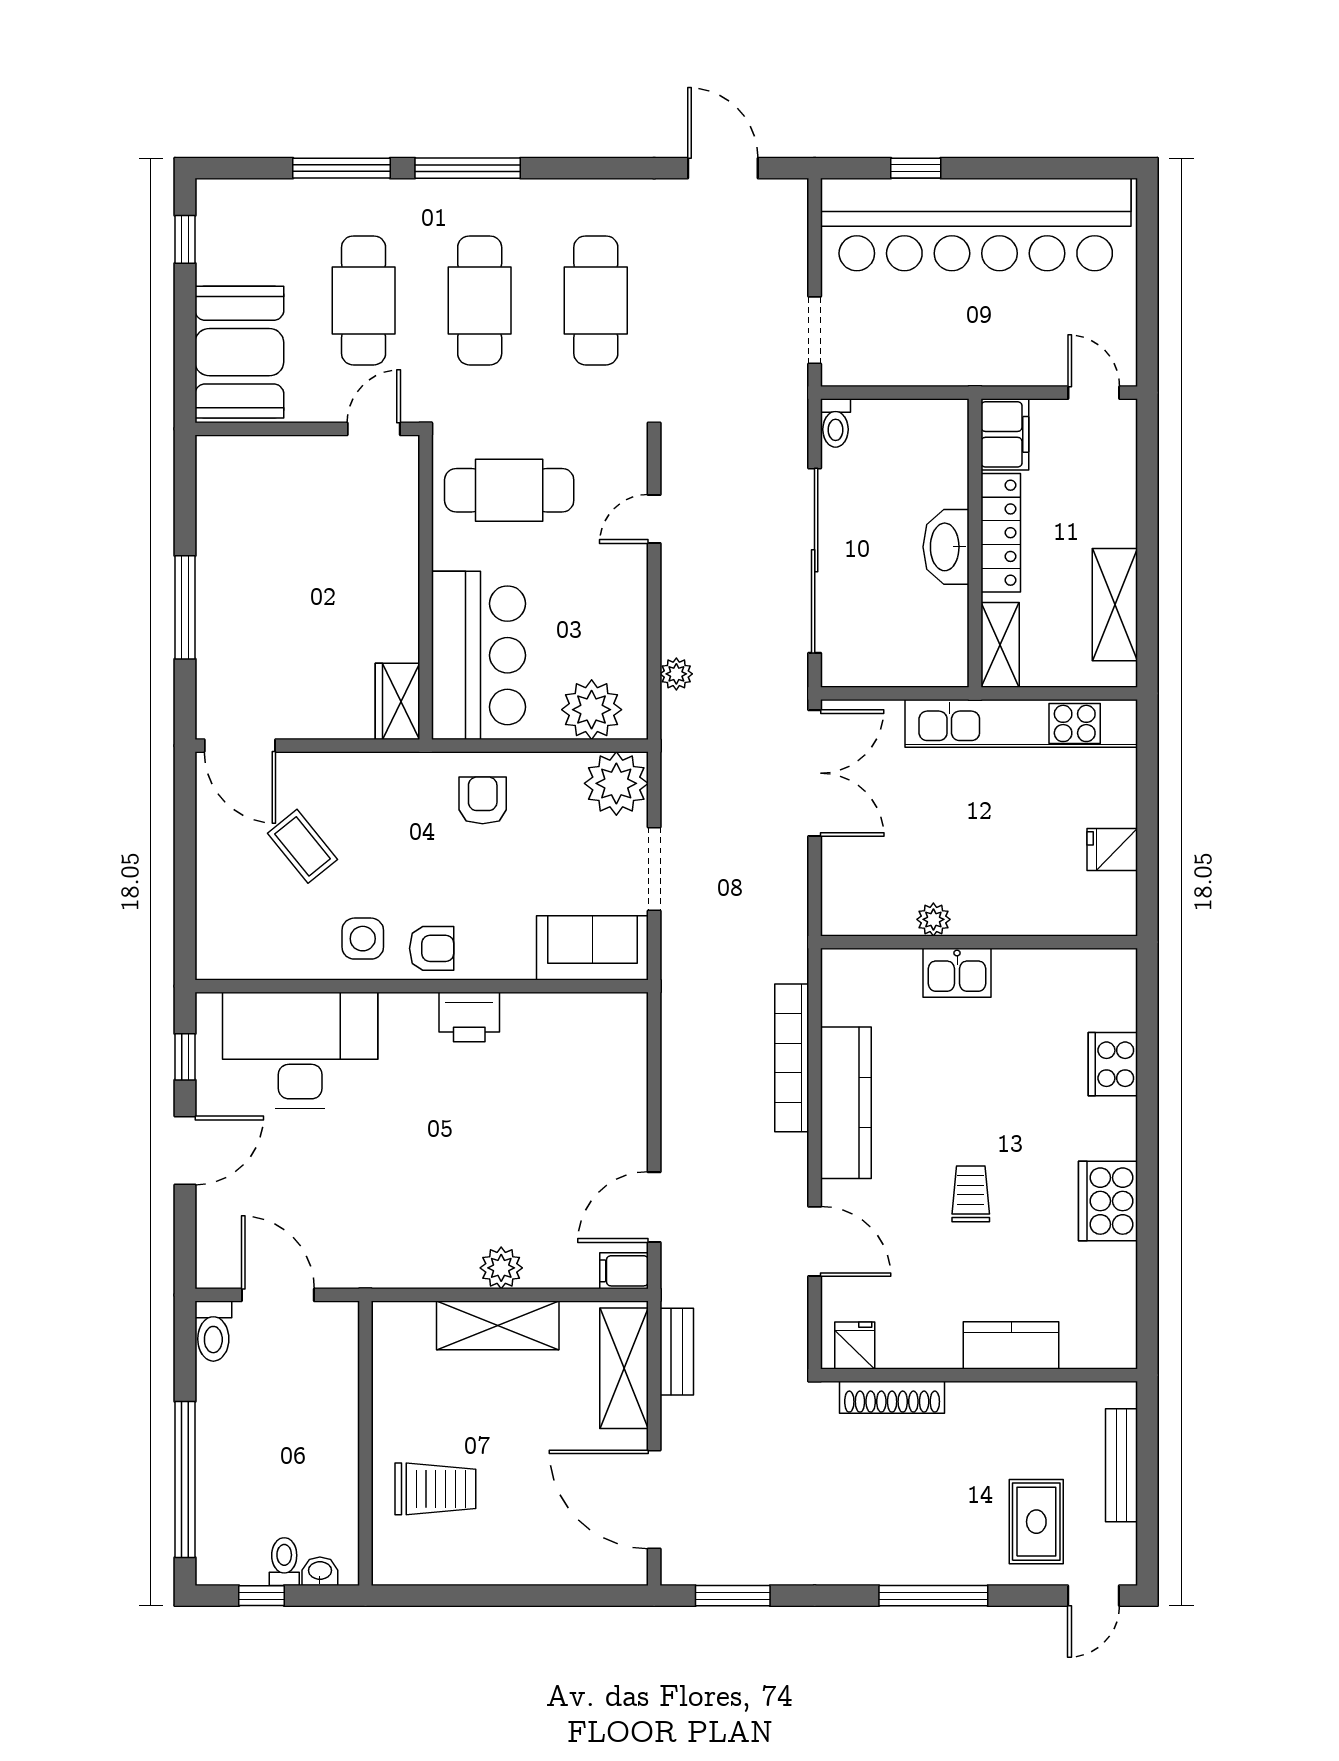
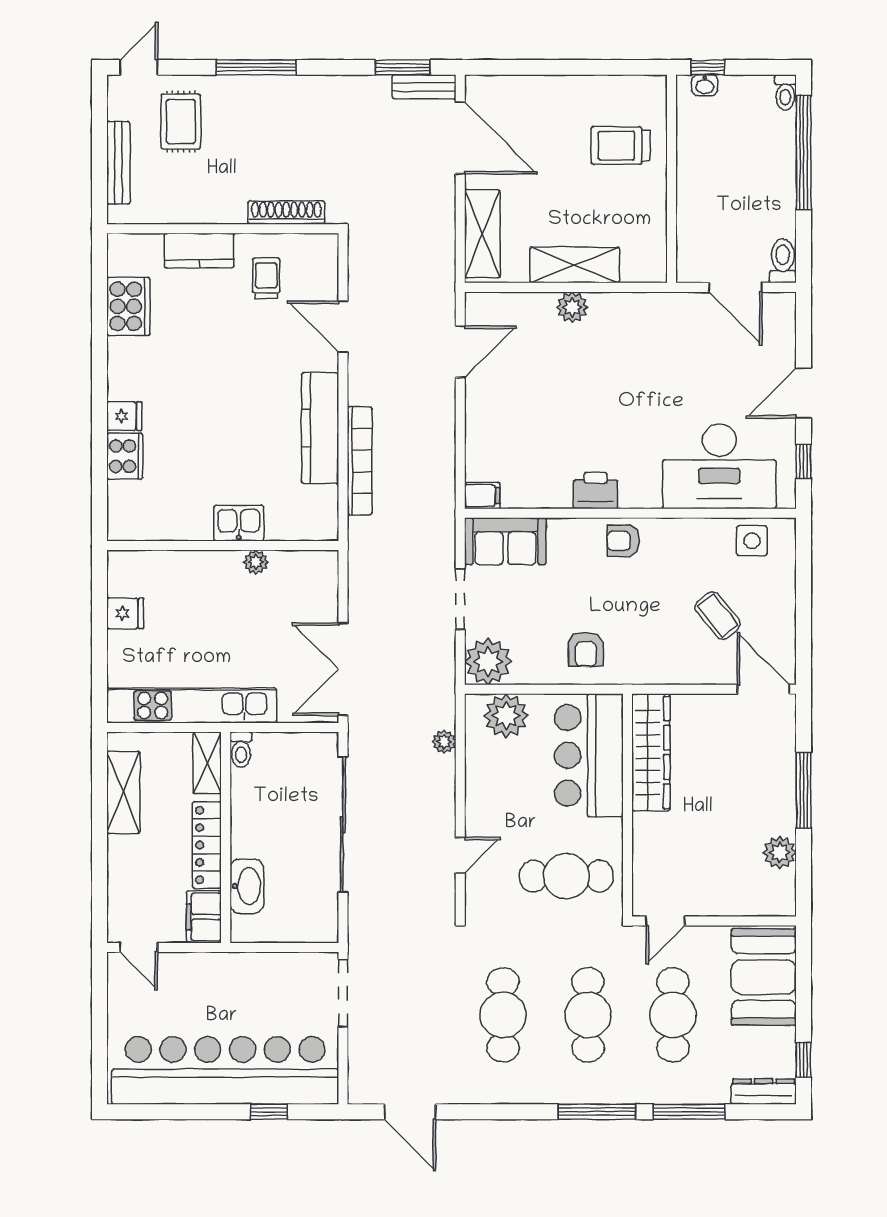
dresser: (240, 196) -> (764, 1092), added
doorway: (815, 330) -> (343, 993), width x1.38
toilet: (836, 423) -> (241, 750), moved, turned 180
plant: (218, 522) -> (780, 853), added
washbasin: (946, 547) -> (247, 886), moved
wardrobe: (397, 701) -> (651, 752), width x2.10, depth x1.17
side table: (363, 939) -> (752, 541), moved
trolley: (971, 1194) -> (266, 278), moved, turned 180
cooker: (1108, 1201) -> (128, 306), moved
filing cabinet: (624, 1271) -> (482, 496), moved
fridge: (855, 1345) -> (124, 416), moved, turned -90
bench: (677, 1352) -> (424, 87), moved, turned 90
toilet: (284, 1562) -> (785, 92), moved
window: (262, 1596) -> (708, 67), moved

